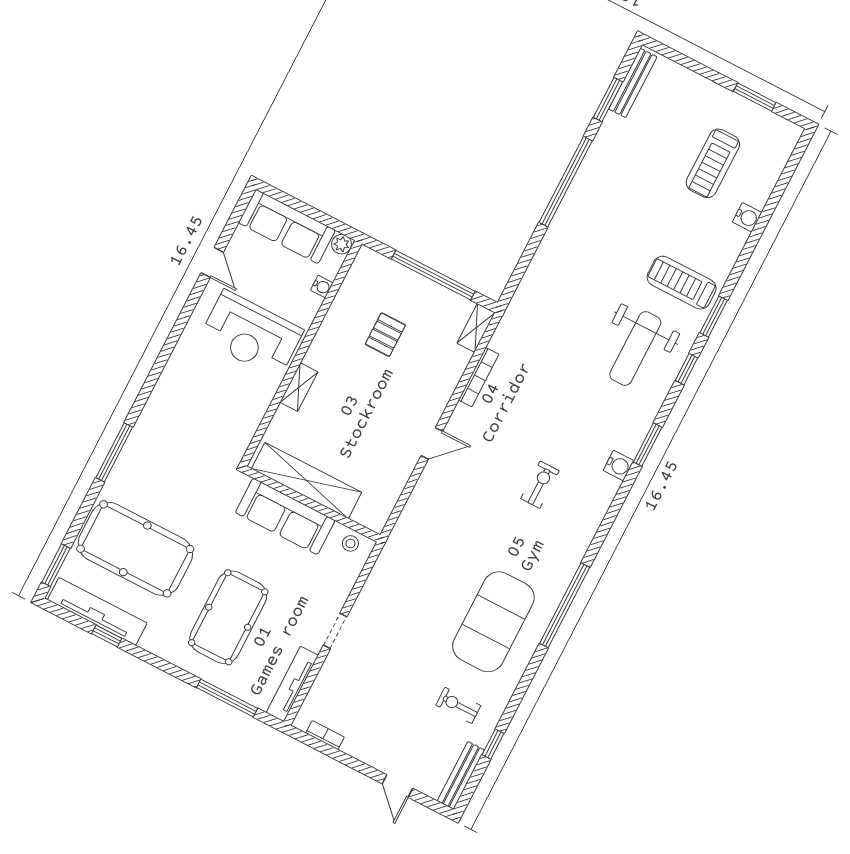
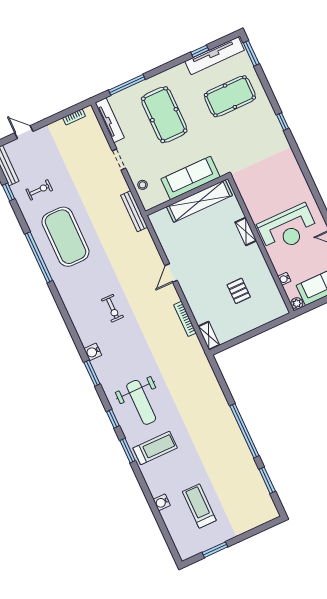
bench: (633, 83) -> (134, 211), moved
window: (433, 275) -> (249, 335), removed
reception desk: (251, 334) -> (288, 228), turned 180
weight bench: (635, 348) -> (141, 402), turned 180
window: (114, 452) -> (283, 122), width x0.46
stool: (350, 543) -> (143, 185), moved
pool table: (135, 549) -> (230, 96), width x0.73, depth x0.76
window: (565, 605) -> (39, 257), moved

